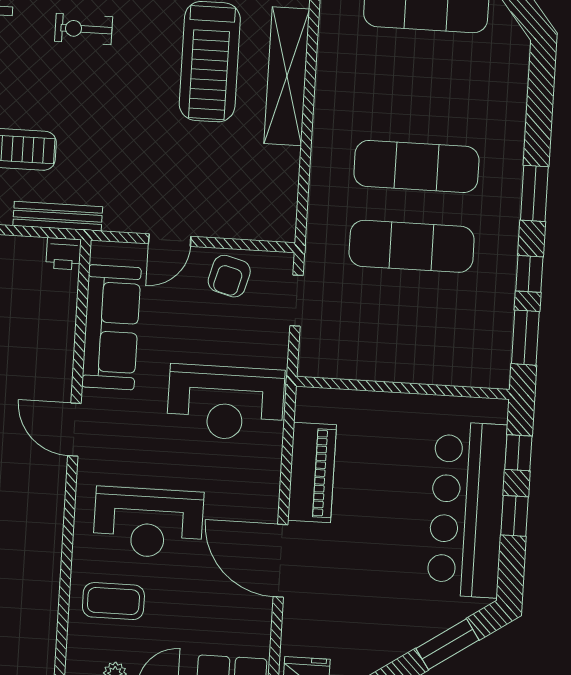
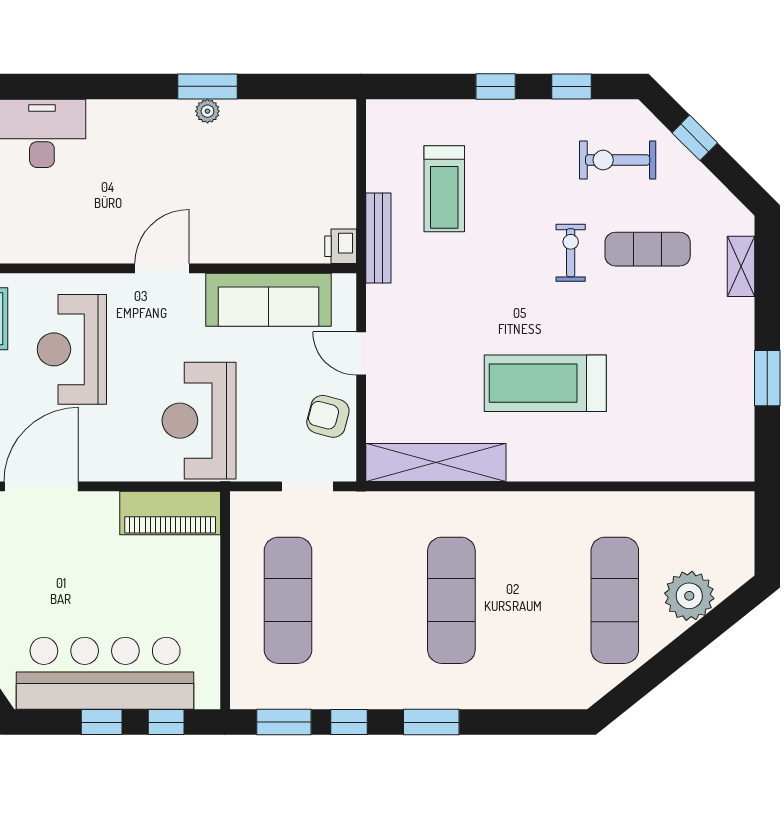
shelving: (287, 76) -> (436, 463), moved
exercise mat: (412, 246) -> (288, 600), moved
piano: (312, 472) -> (170, 513), moved

